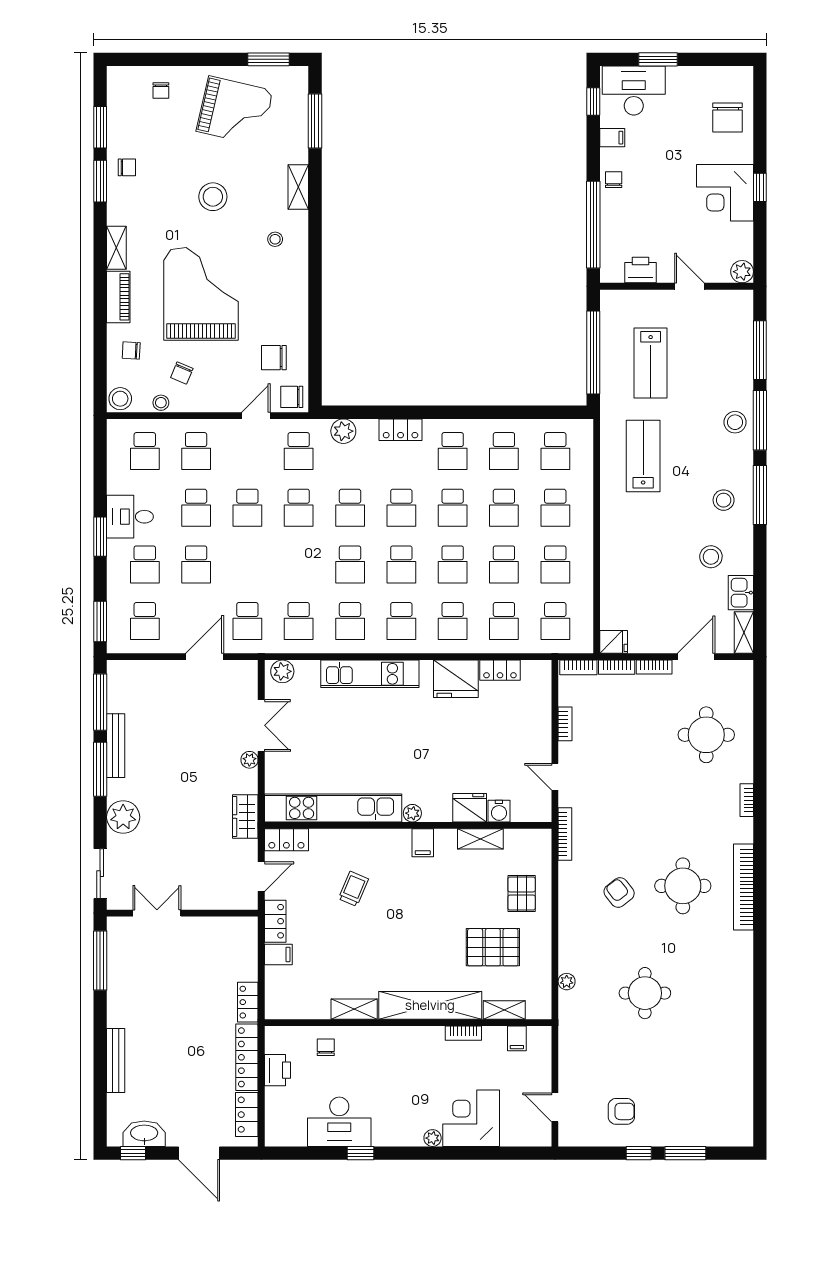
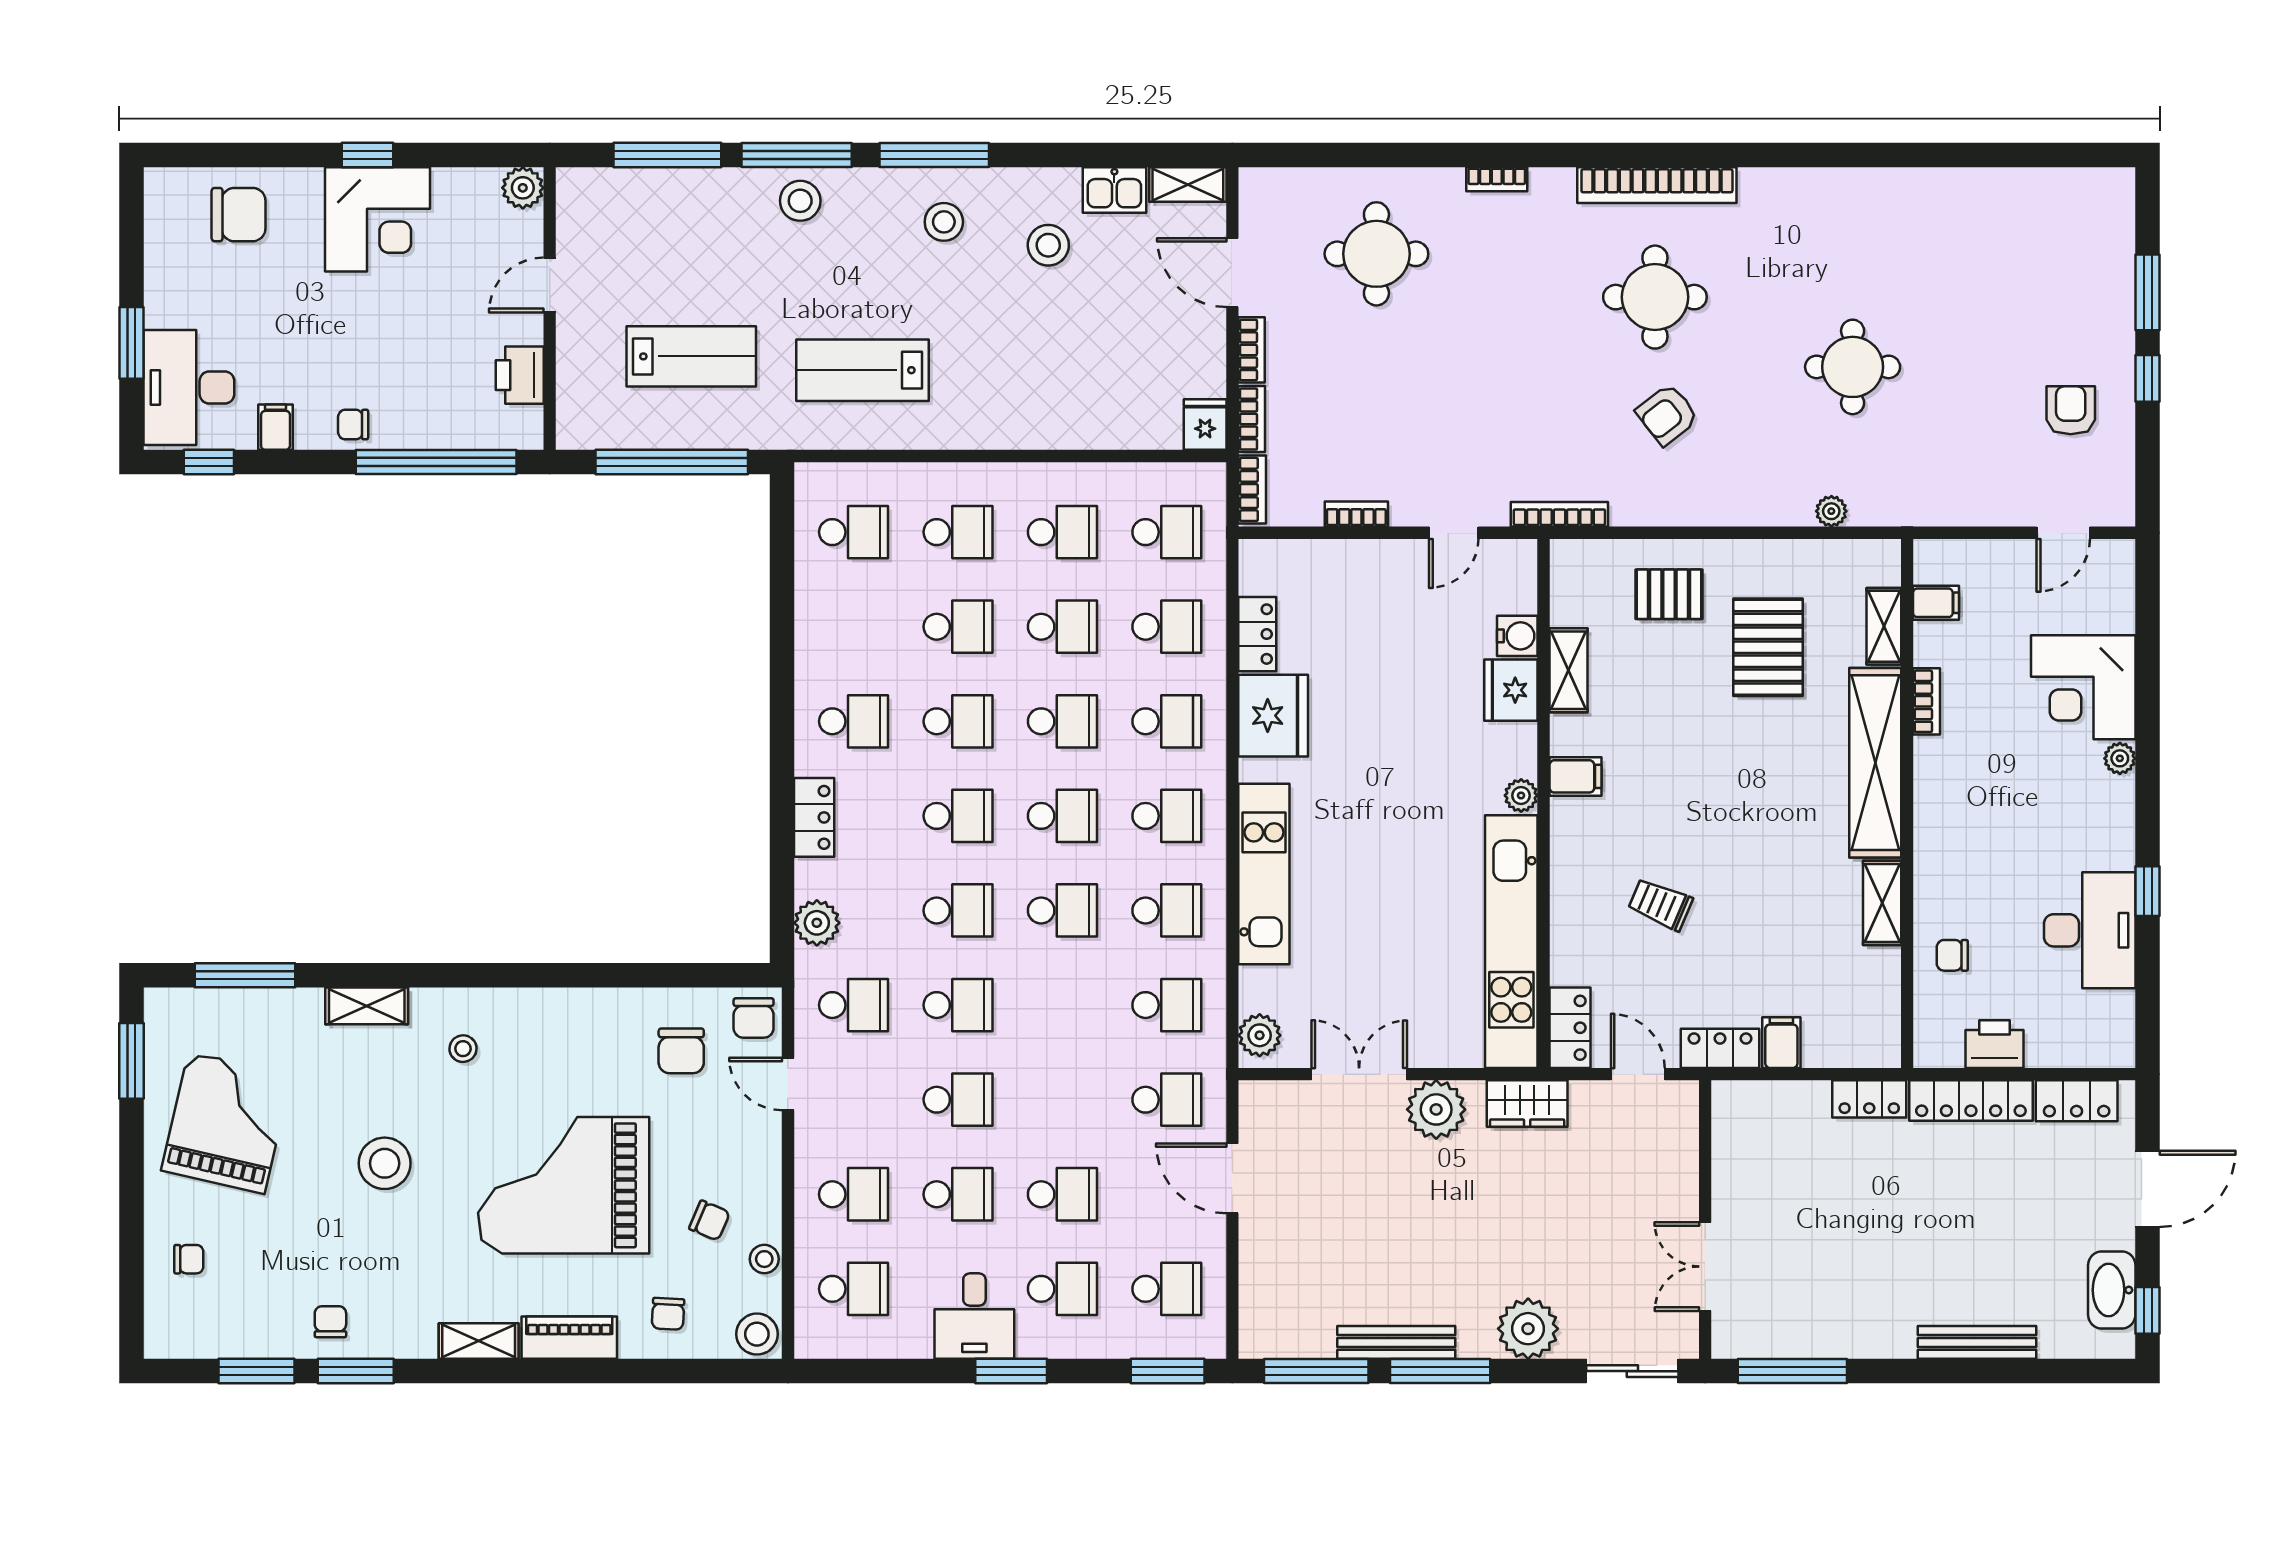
school desk: (504, 451) -> (854, 627), removed
plant: (249, 760) -> (1436, 1109), width x1.88, depth x1.88

